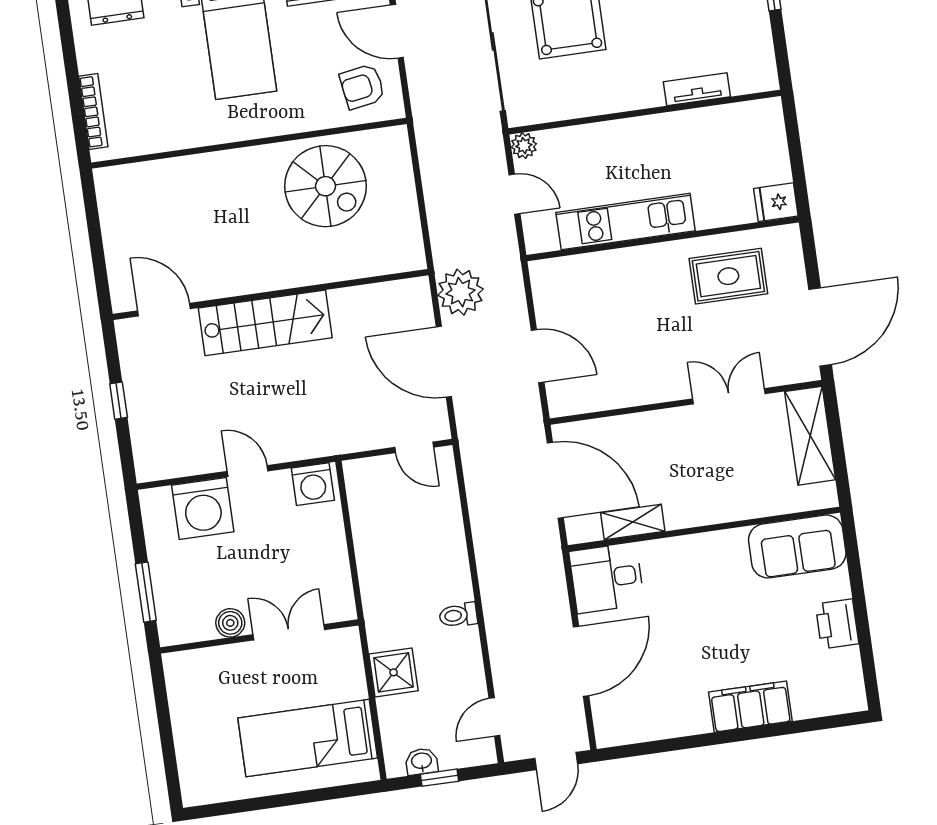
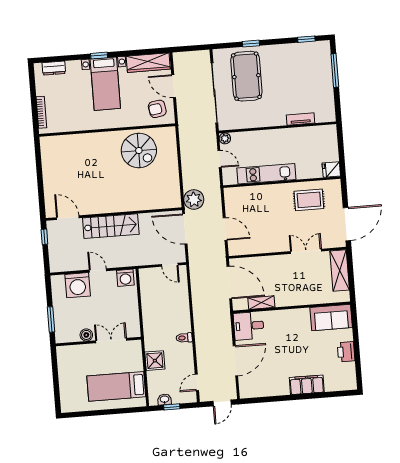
wall: (270, 295) -> (114, 214), moved
door: (164, 310) -> (68, 218), moved
stairs: (265, 323) -> (111, 226), moved

